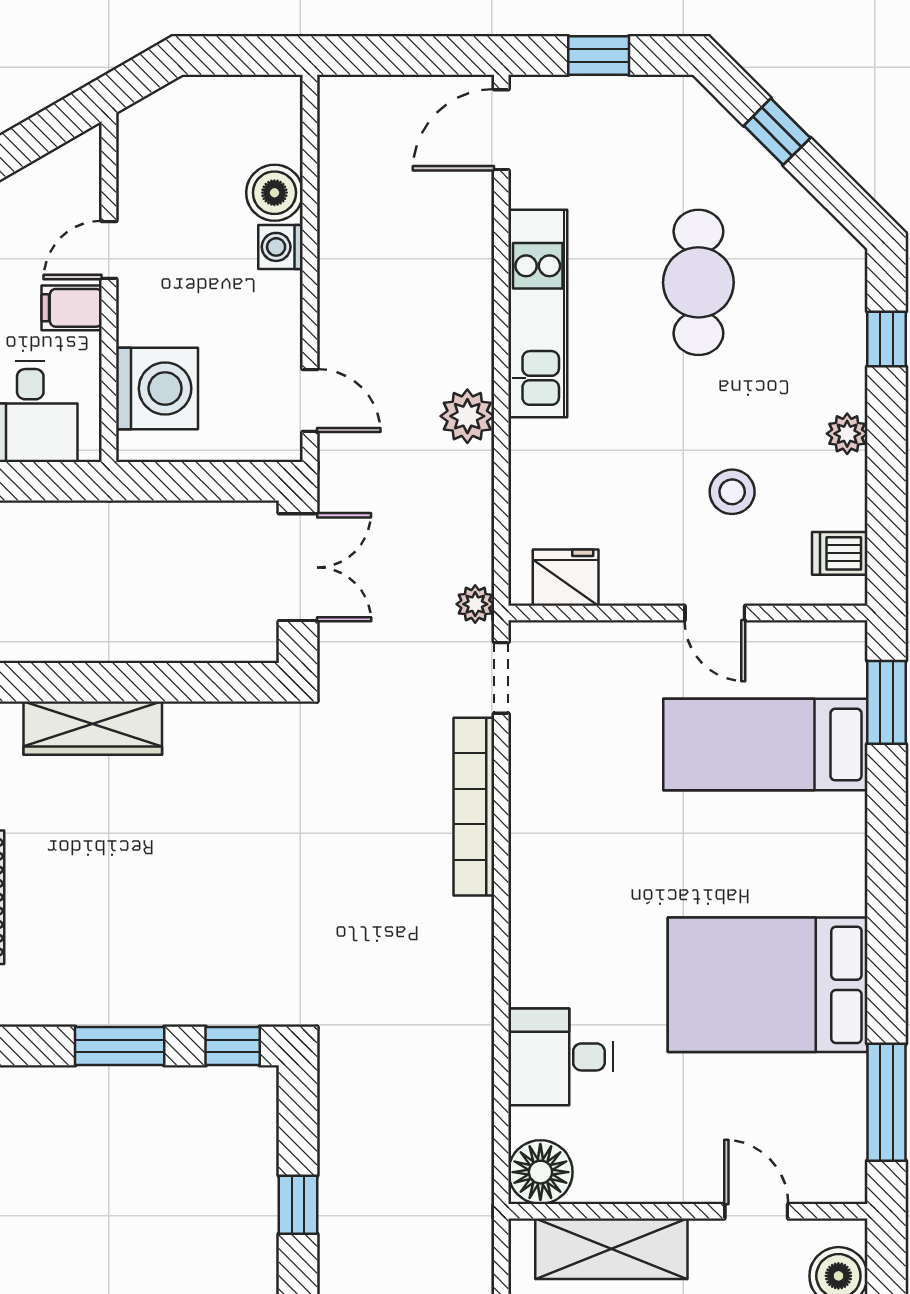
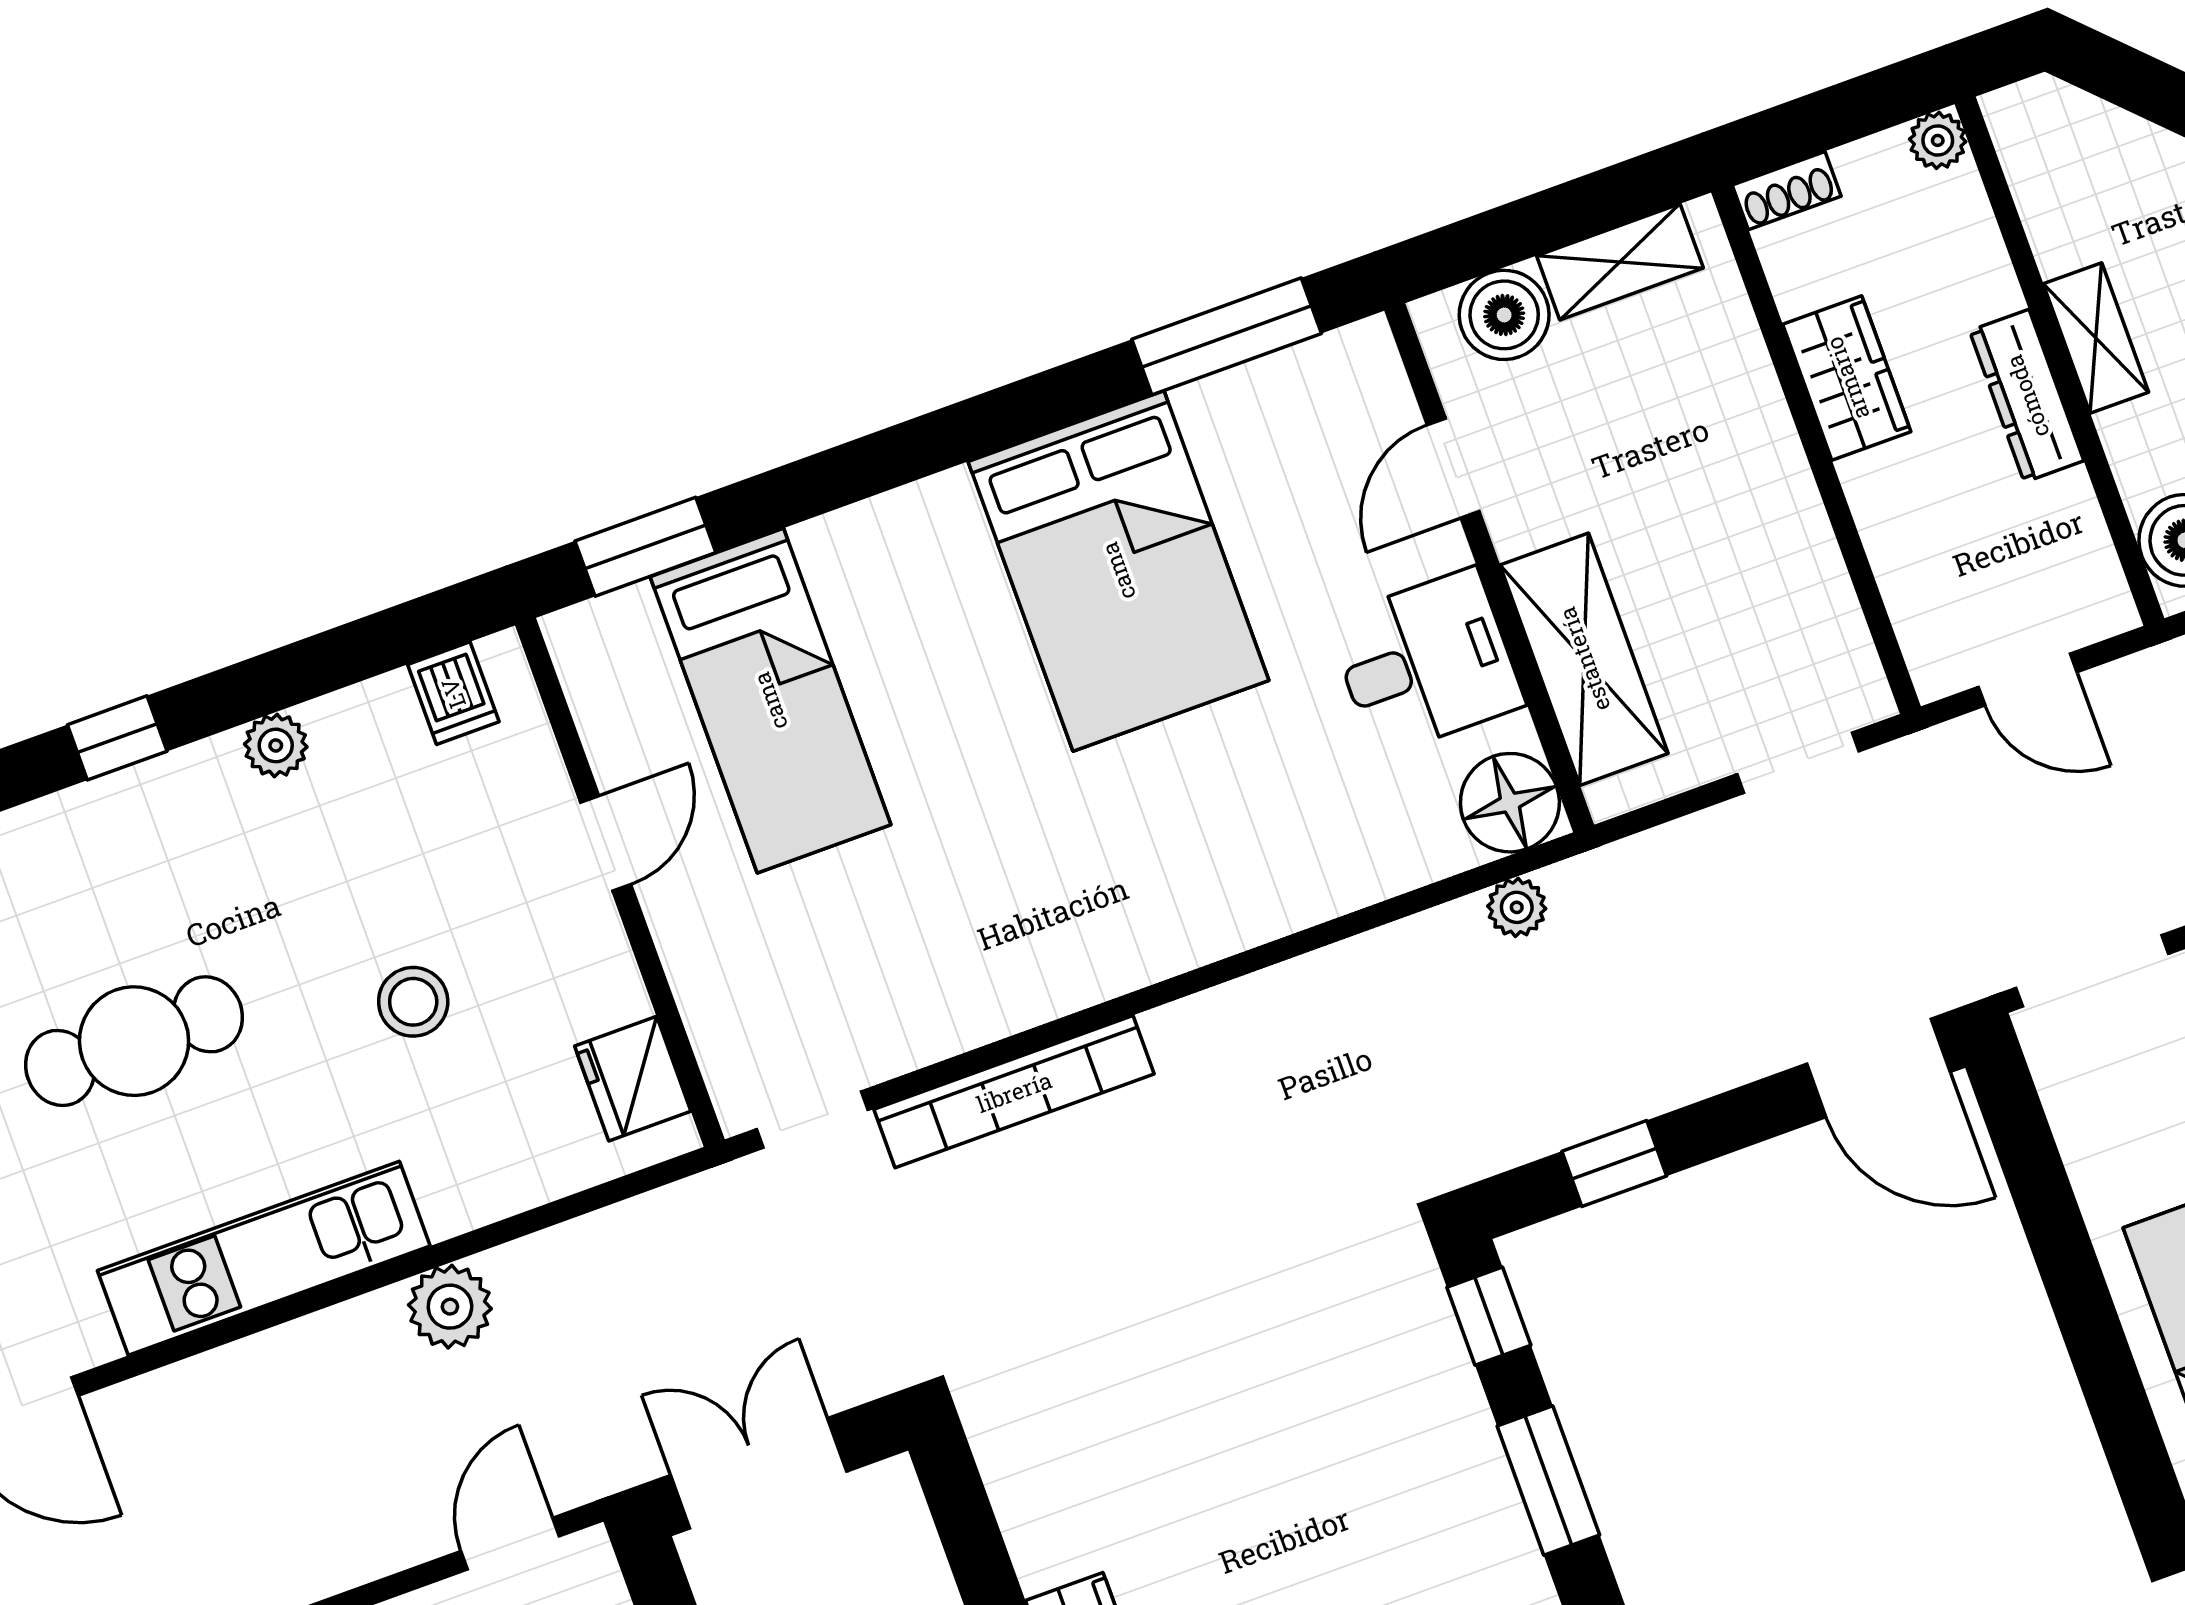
stool: (732, 492) -> (413, 1002), moved
plant: (475, 604) -> (1517, 907), moved
desk: (561, 1057) -> (1426, 662), moved, turned -90
window: (298, 1205) -> (1614, 1164), moved

